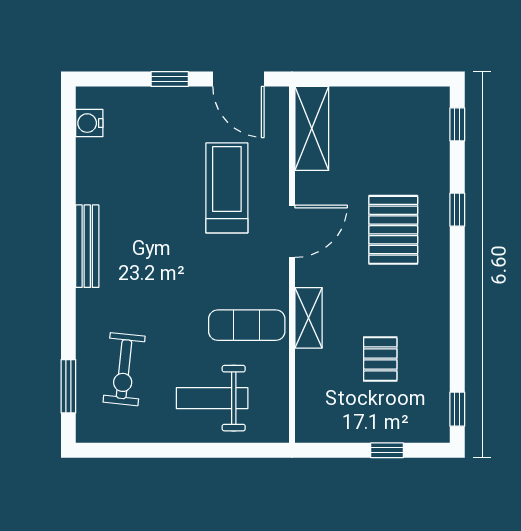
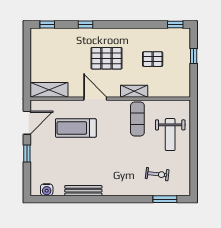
pallet: (393, 230) -> (106, 58), moved
bench: (87, 246) -> (83, 191), moved
exercise bike: (124, 369) -> (157, 174), width x0.73, depth x0.72

